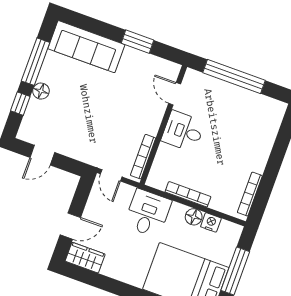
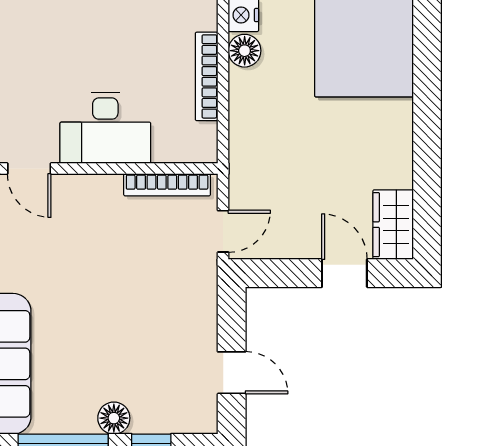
door: (175, 94) -> (29, 169), hinge flipped
desk: (183, 131) -> (105, 128), width x1.37
desk: (148, 213) -> (268, 138), removed

